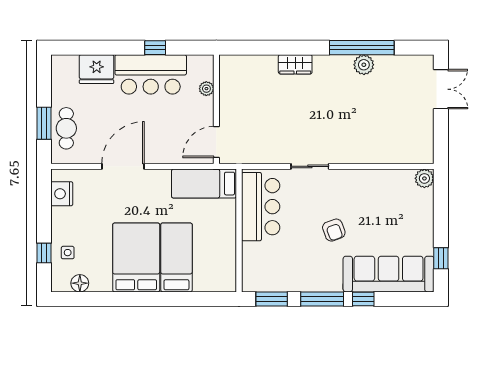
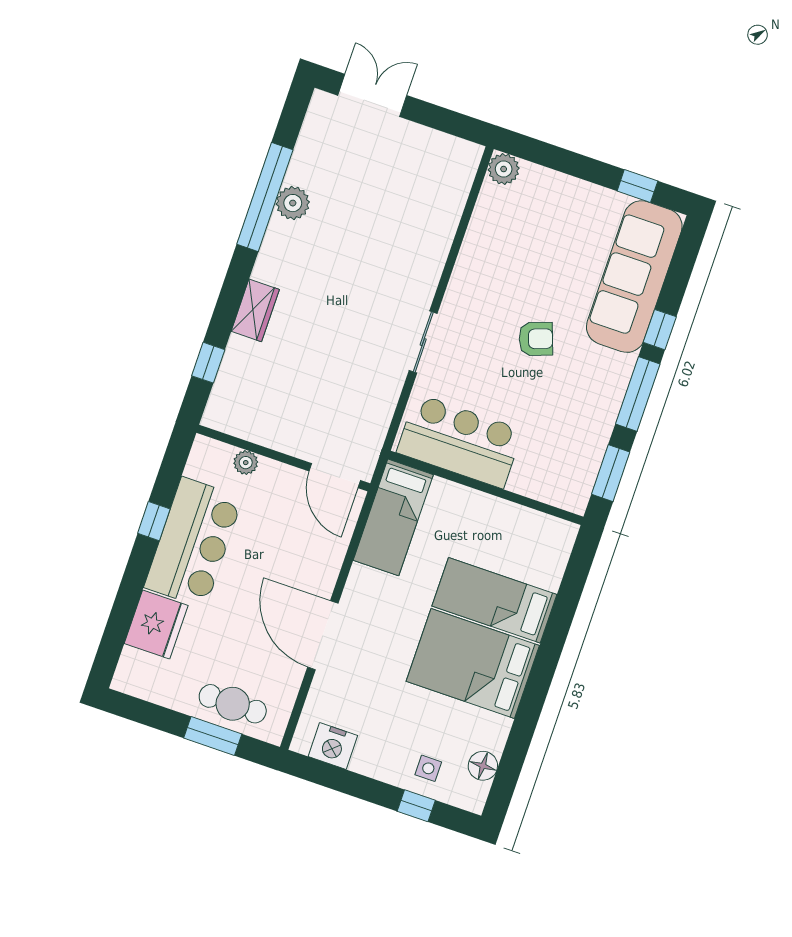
window: (256, 48) -> (208, 363), added

